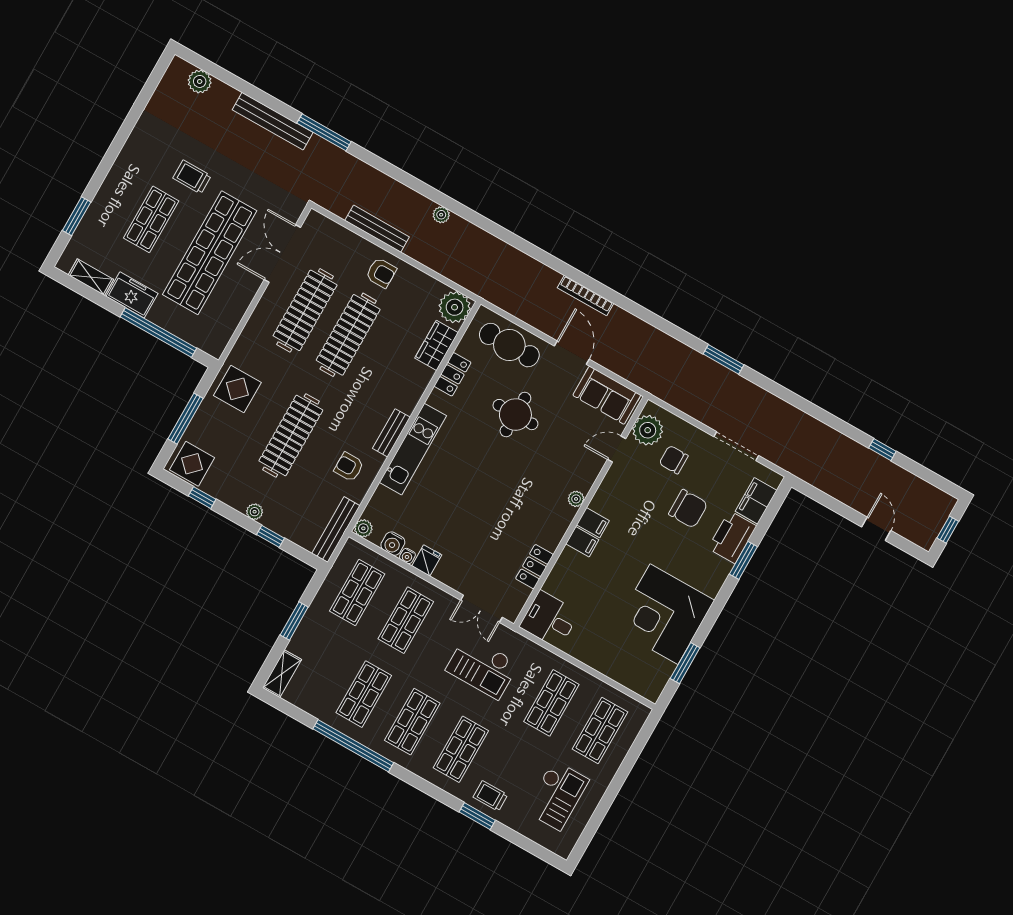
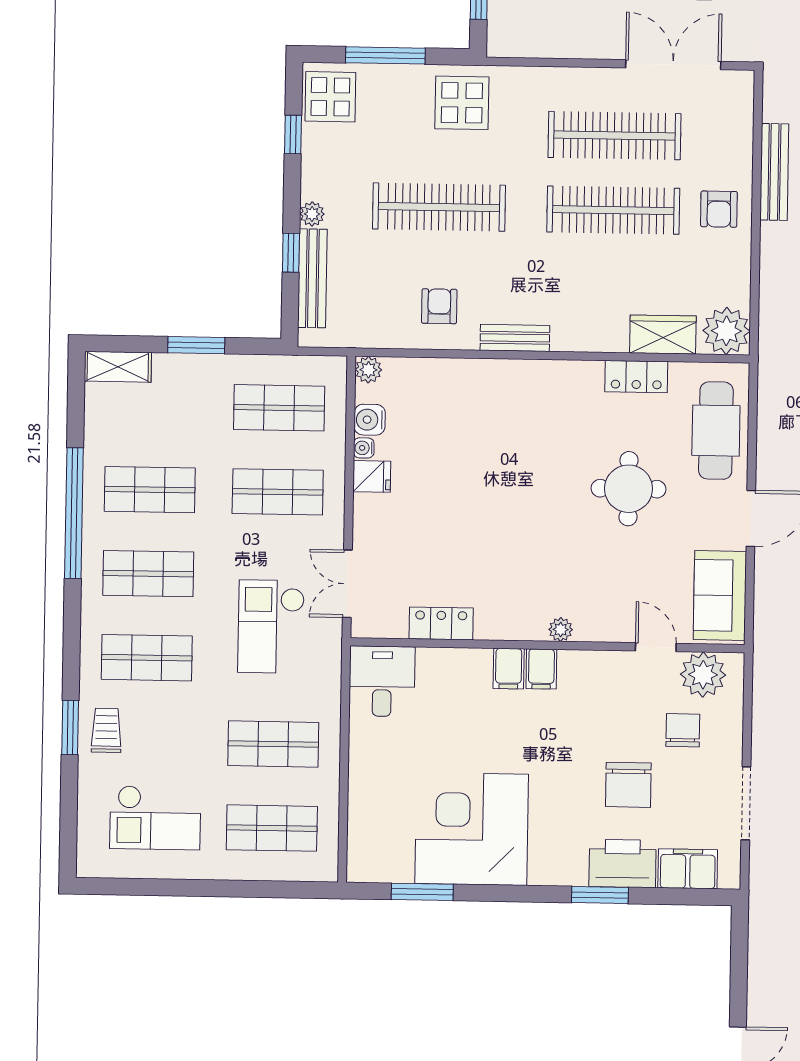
kitchen unit: (413, 449) -> (509, 378), removed
bench: (336, 530) -> (312, 278), moved, turned 90

